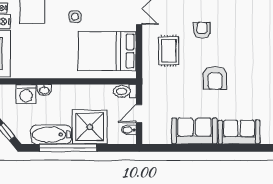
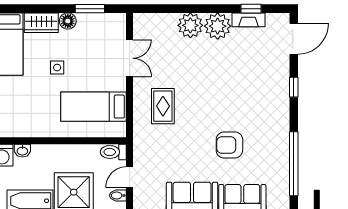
armchair: (202, 30) -> (201, 83), removed
bed: (107, 51) -> (93, 107), width x0.67
armchair: (215, 78) -> (229, 145), moved, turned 90

